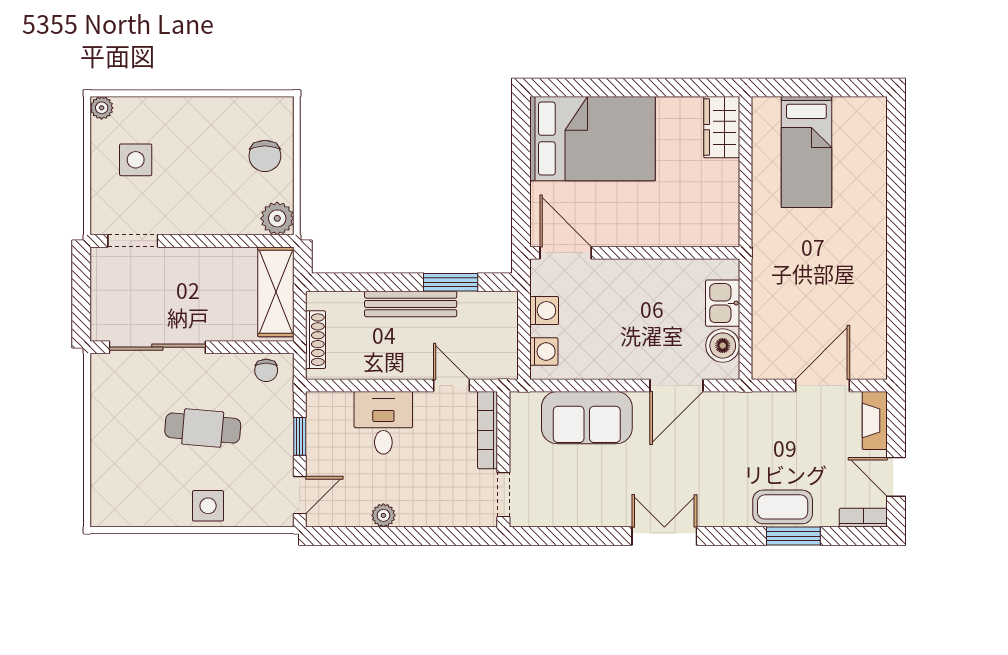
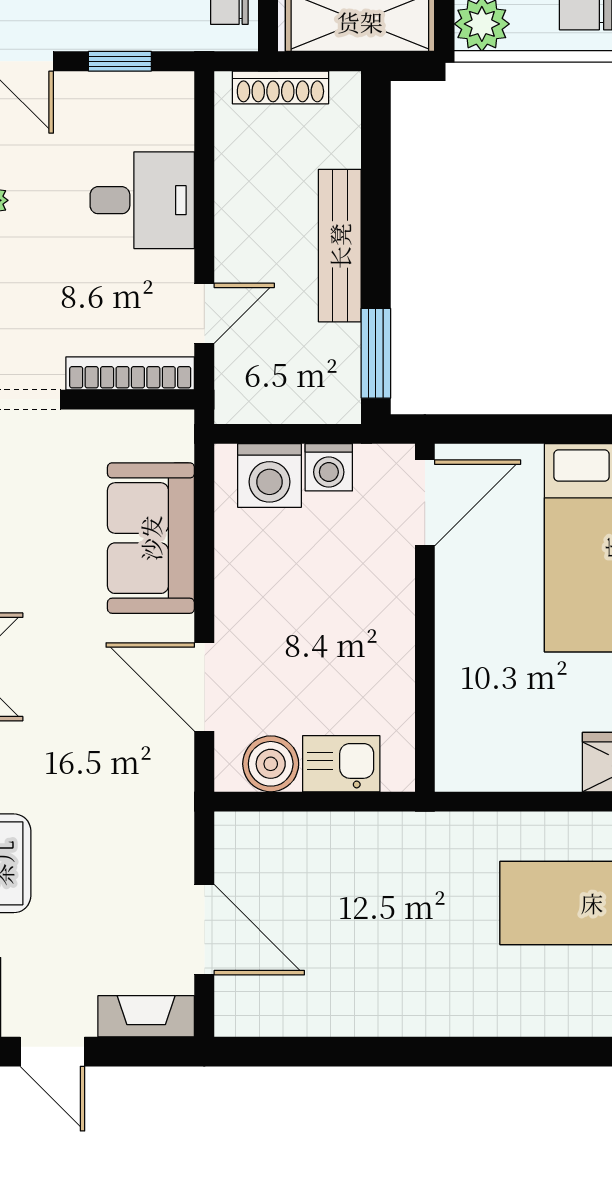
window: (451, 282) -> (376, 353), moved
washing machine: (544, 352) -> (269, 476), width x1.38, depth x1.38
door: (896, 477) -> (52, 1052), swing flipped

